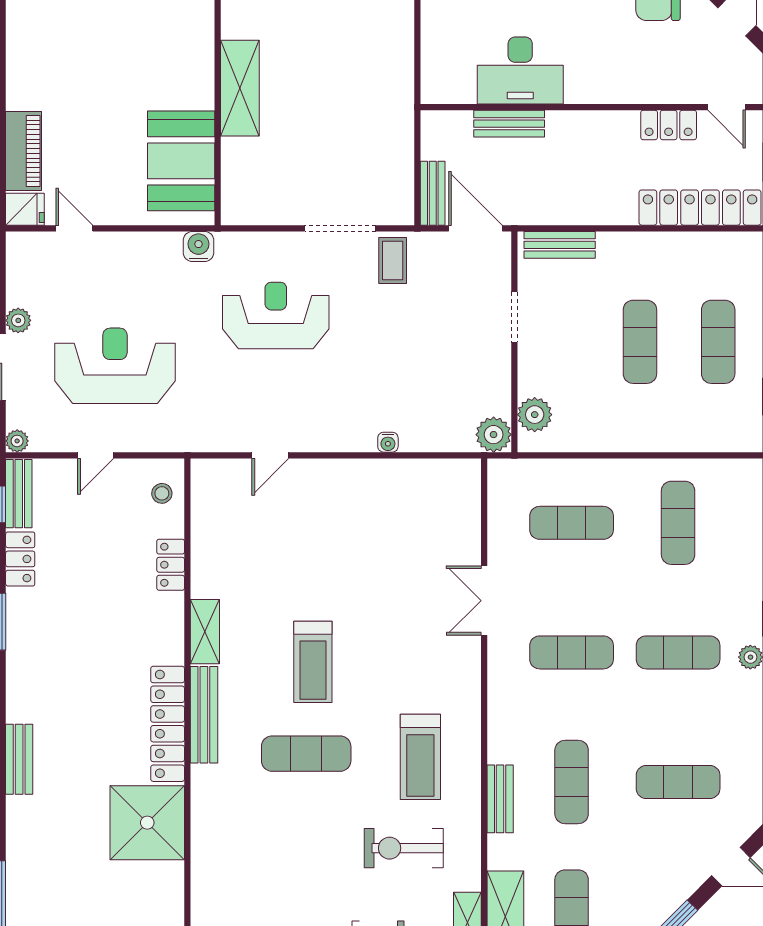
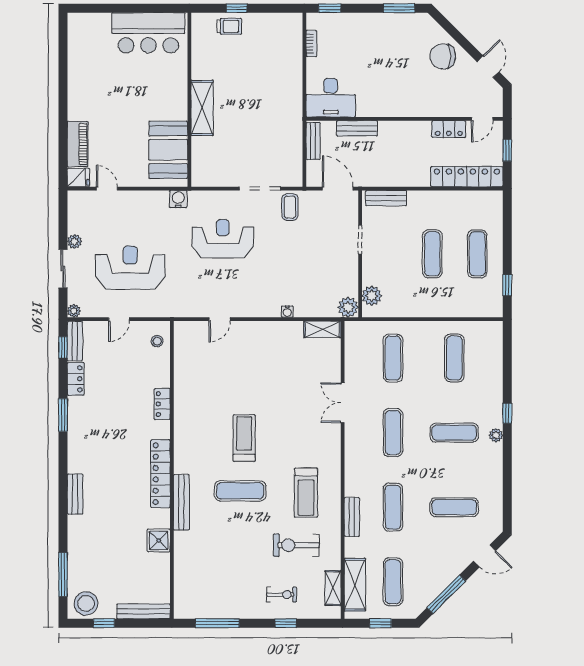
desk: (520, 71) -> (331, 98), moved
door: (727, 107) -> (482, 119), hinge flipped
bench: (433, 193) -> (313, 141), moved
exercise mat: (572, 523) -> (393, 358), turned 90
locker: (171, 565) -> (162, 404), moved
shelving: (205, 632) -> (322, 329), moved, turned 90
exercise mat: (572, 652) -> (393, 433), turned 90
treadmill: (313, 662) -> (244, 438), turned 180
bench: (204, 715) -> (181, 502), moved
shower: (147, 823) -> (159, 540), width x0.54, depth x0.54

